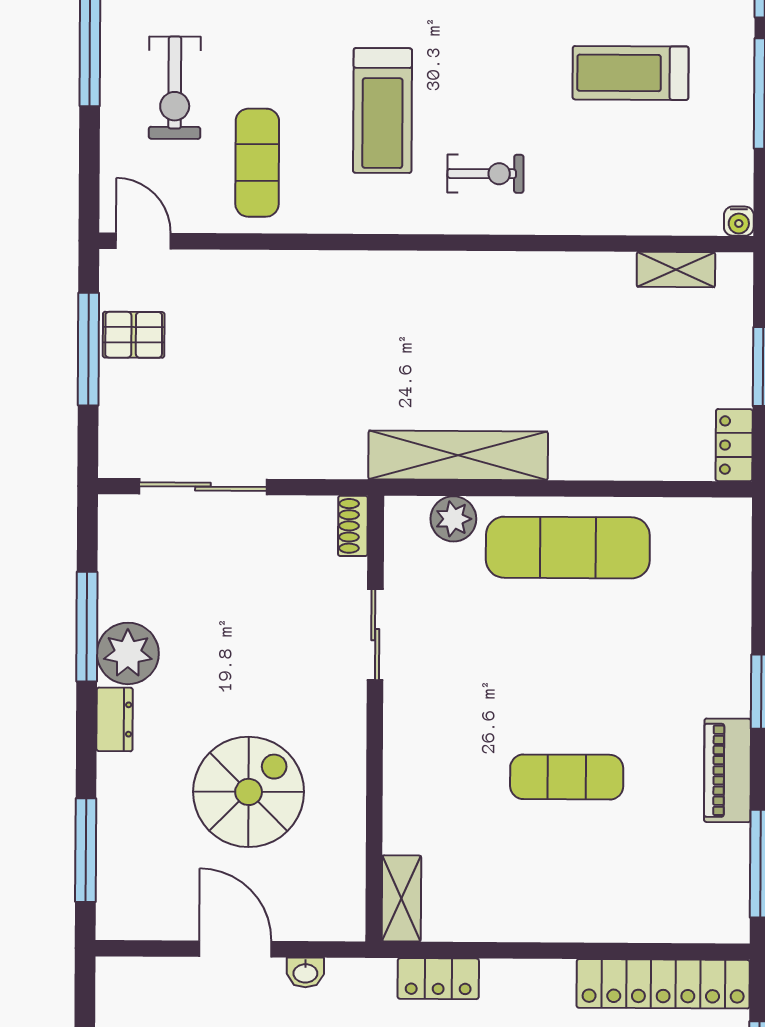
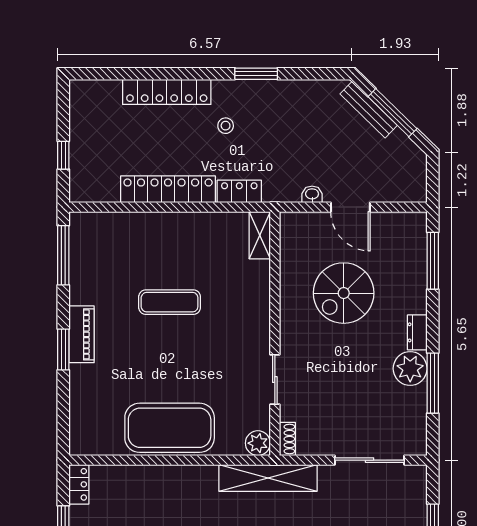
shelving: (458, 455) -> (268, 478), moved
plant: (453, 519) -> (258, 443), moved
exercise mat: (568, 548) -> (170, 428), width x1.47
piano: (728, 770) -> (81, 334), moved
locker: (663, 984) -> (168, 189), moved

